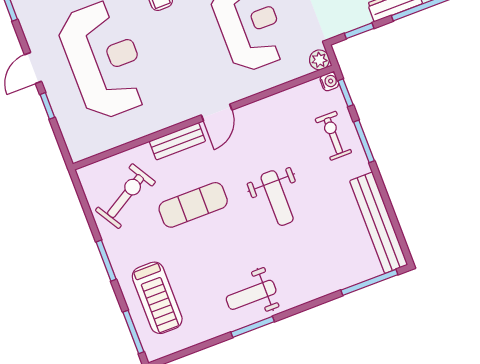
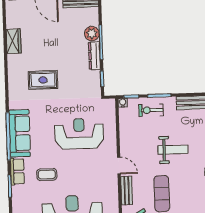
plant: (319, 60) -> (110, 104), removed

